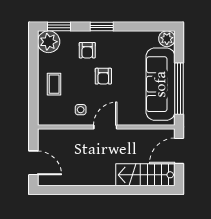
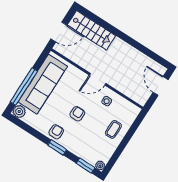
plant: (49, 42) -> (100, 166), width x0.53, depth x0.53
armchair: (87, 50) -> (56, 132), moved
window: (179, 89) -> (24, 86), moved

